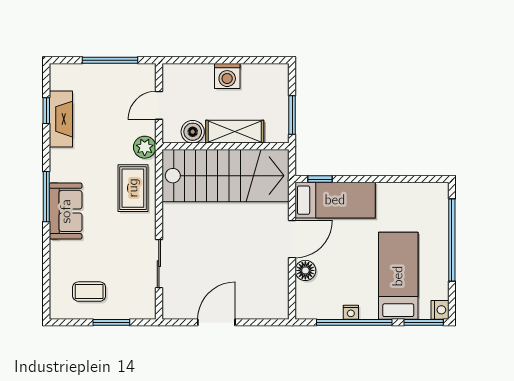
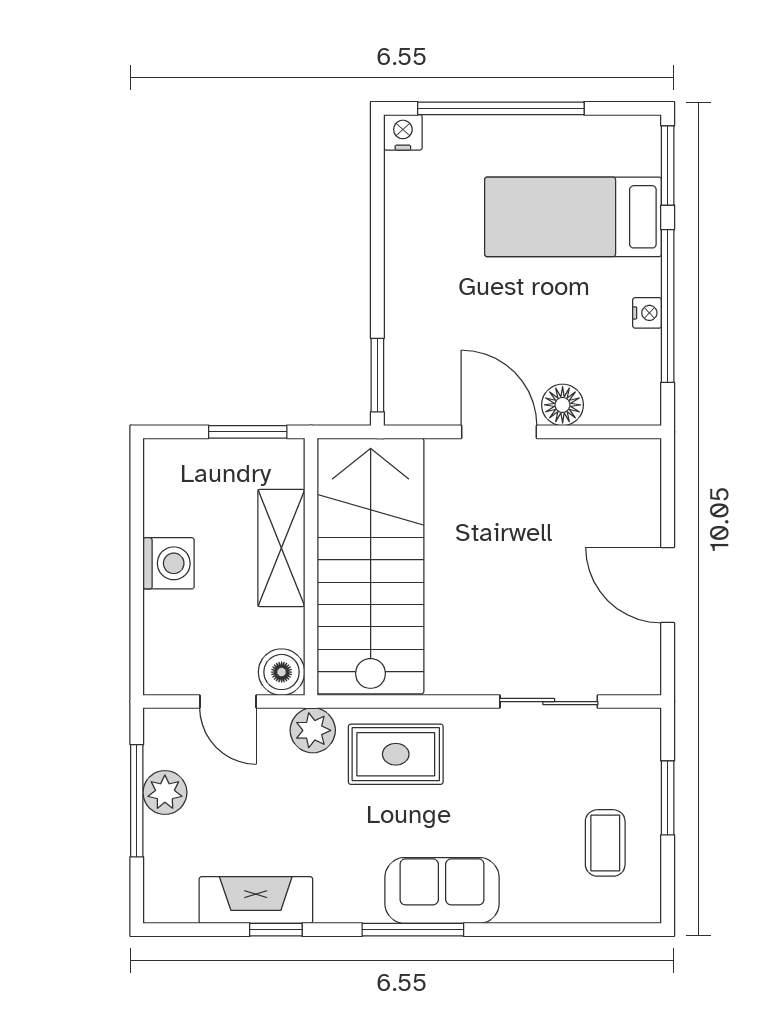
plant: (114, 74) -> (165, 793), added
window: (46, 111) -> (276, 930), moved
boiler: (193, 132) -> (282, 672), moved
window: (320, 179) -> (377, 375), width x1.50
bed: (335, 200) -> (420, 345), removed
nightstand: (440, 310) -> (403, 132), moved

